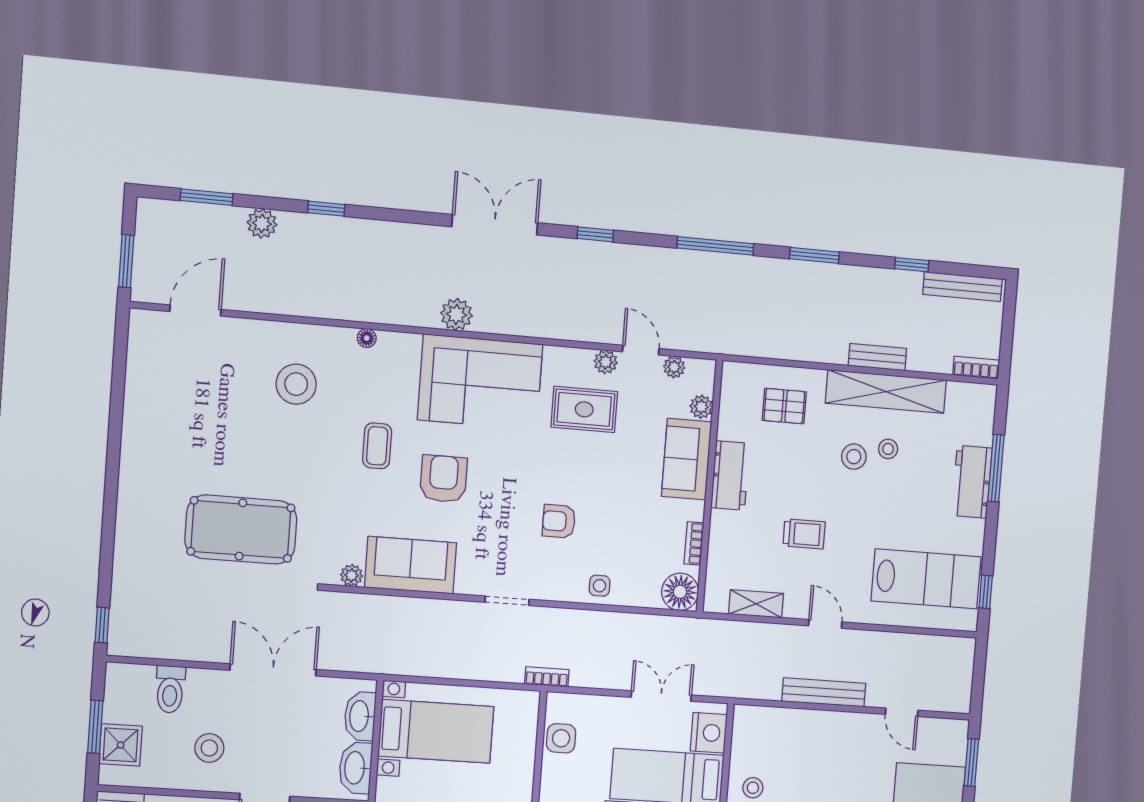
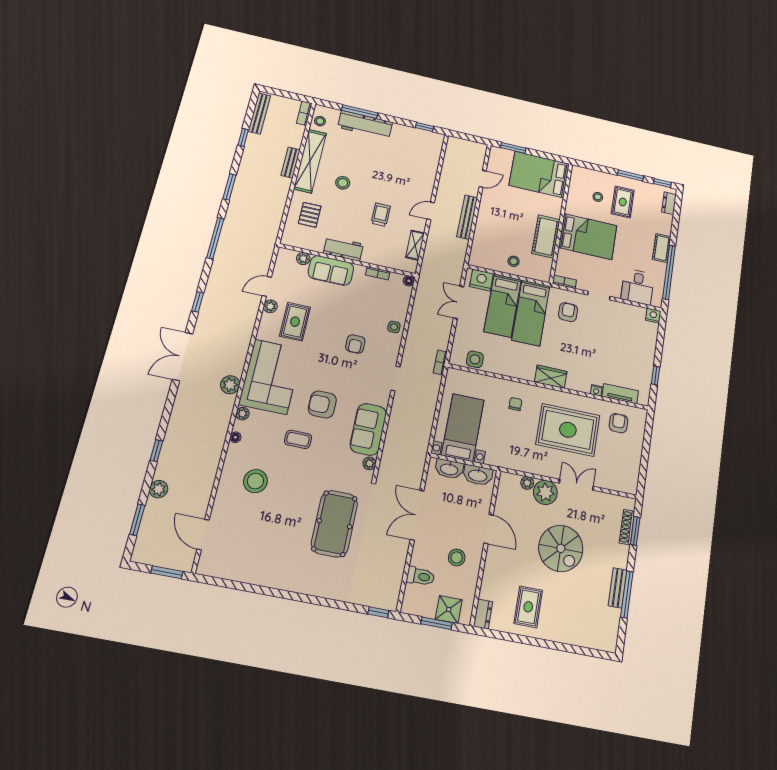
plant: (674, 367) -> (243, 414), moved
stool: (888, 449) -> (320, 121), moved
workbench: (972, 482) -> (365, 125), width x1.38
lab bench: (926, 579) -> (414, 156), removed
floor lamp: (680, 592) -> (409, 281), width x0.53, depth x0.53

